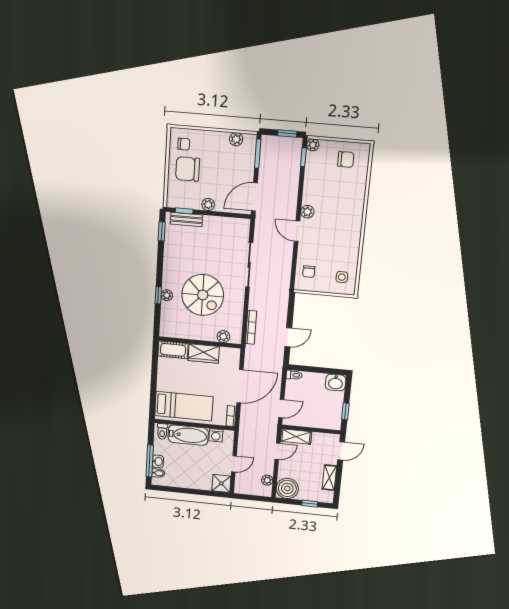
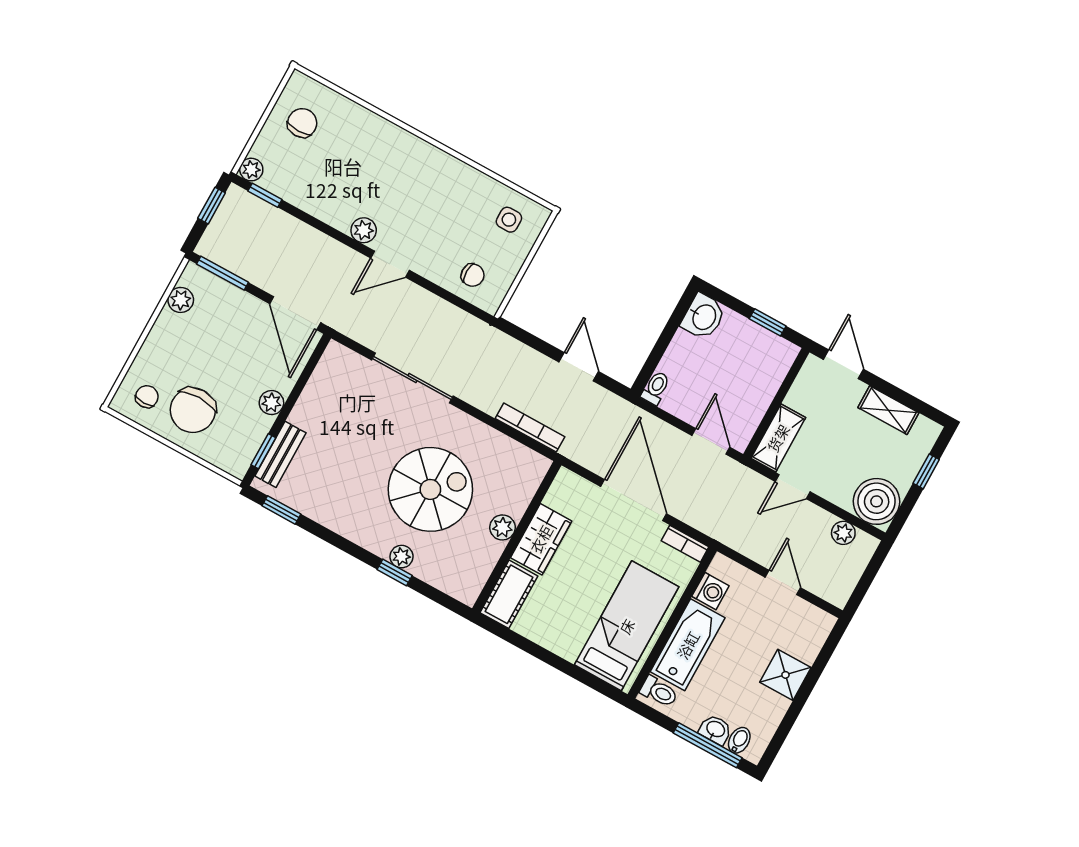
plant: (223, 336) -> (503, 527), moved
door: (277, 451) -> (793, 487), swing flipped
shower: (221, 483) -> (785, 675), moved

